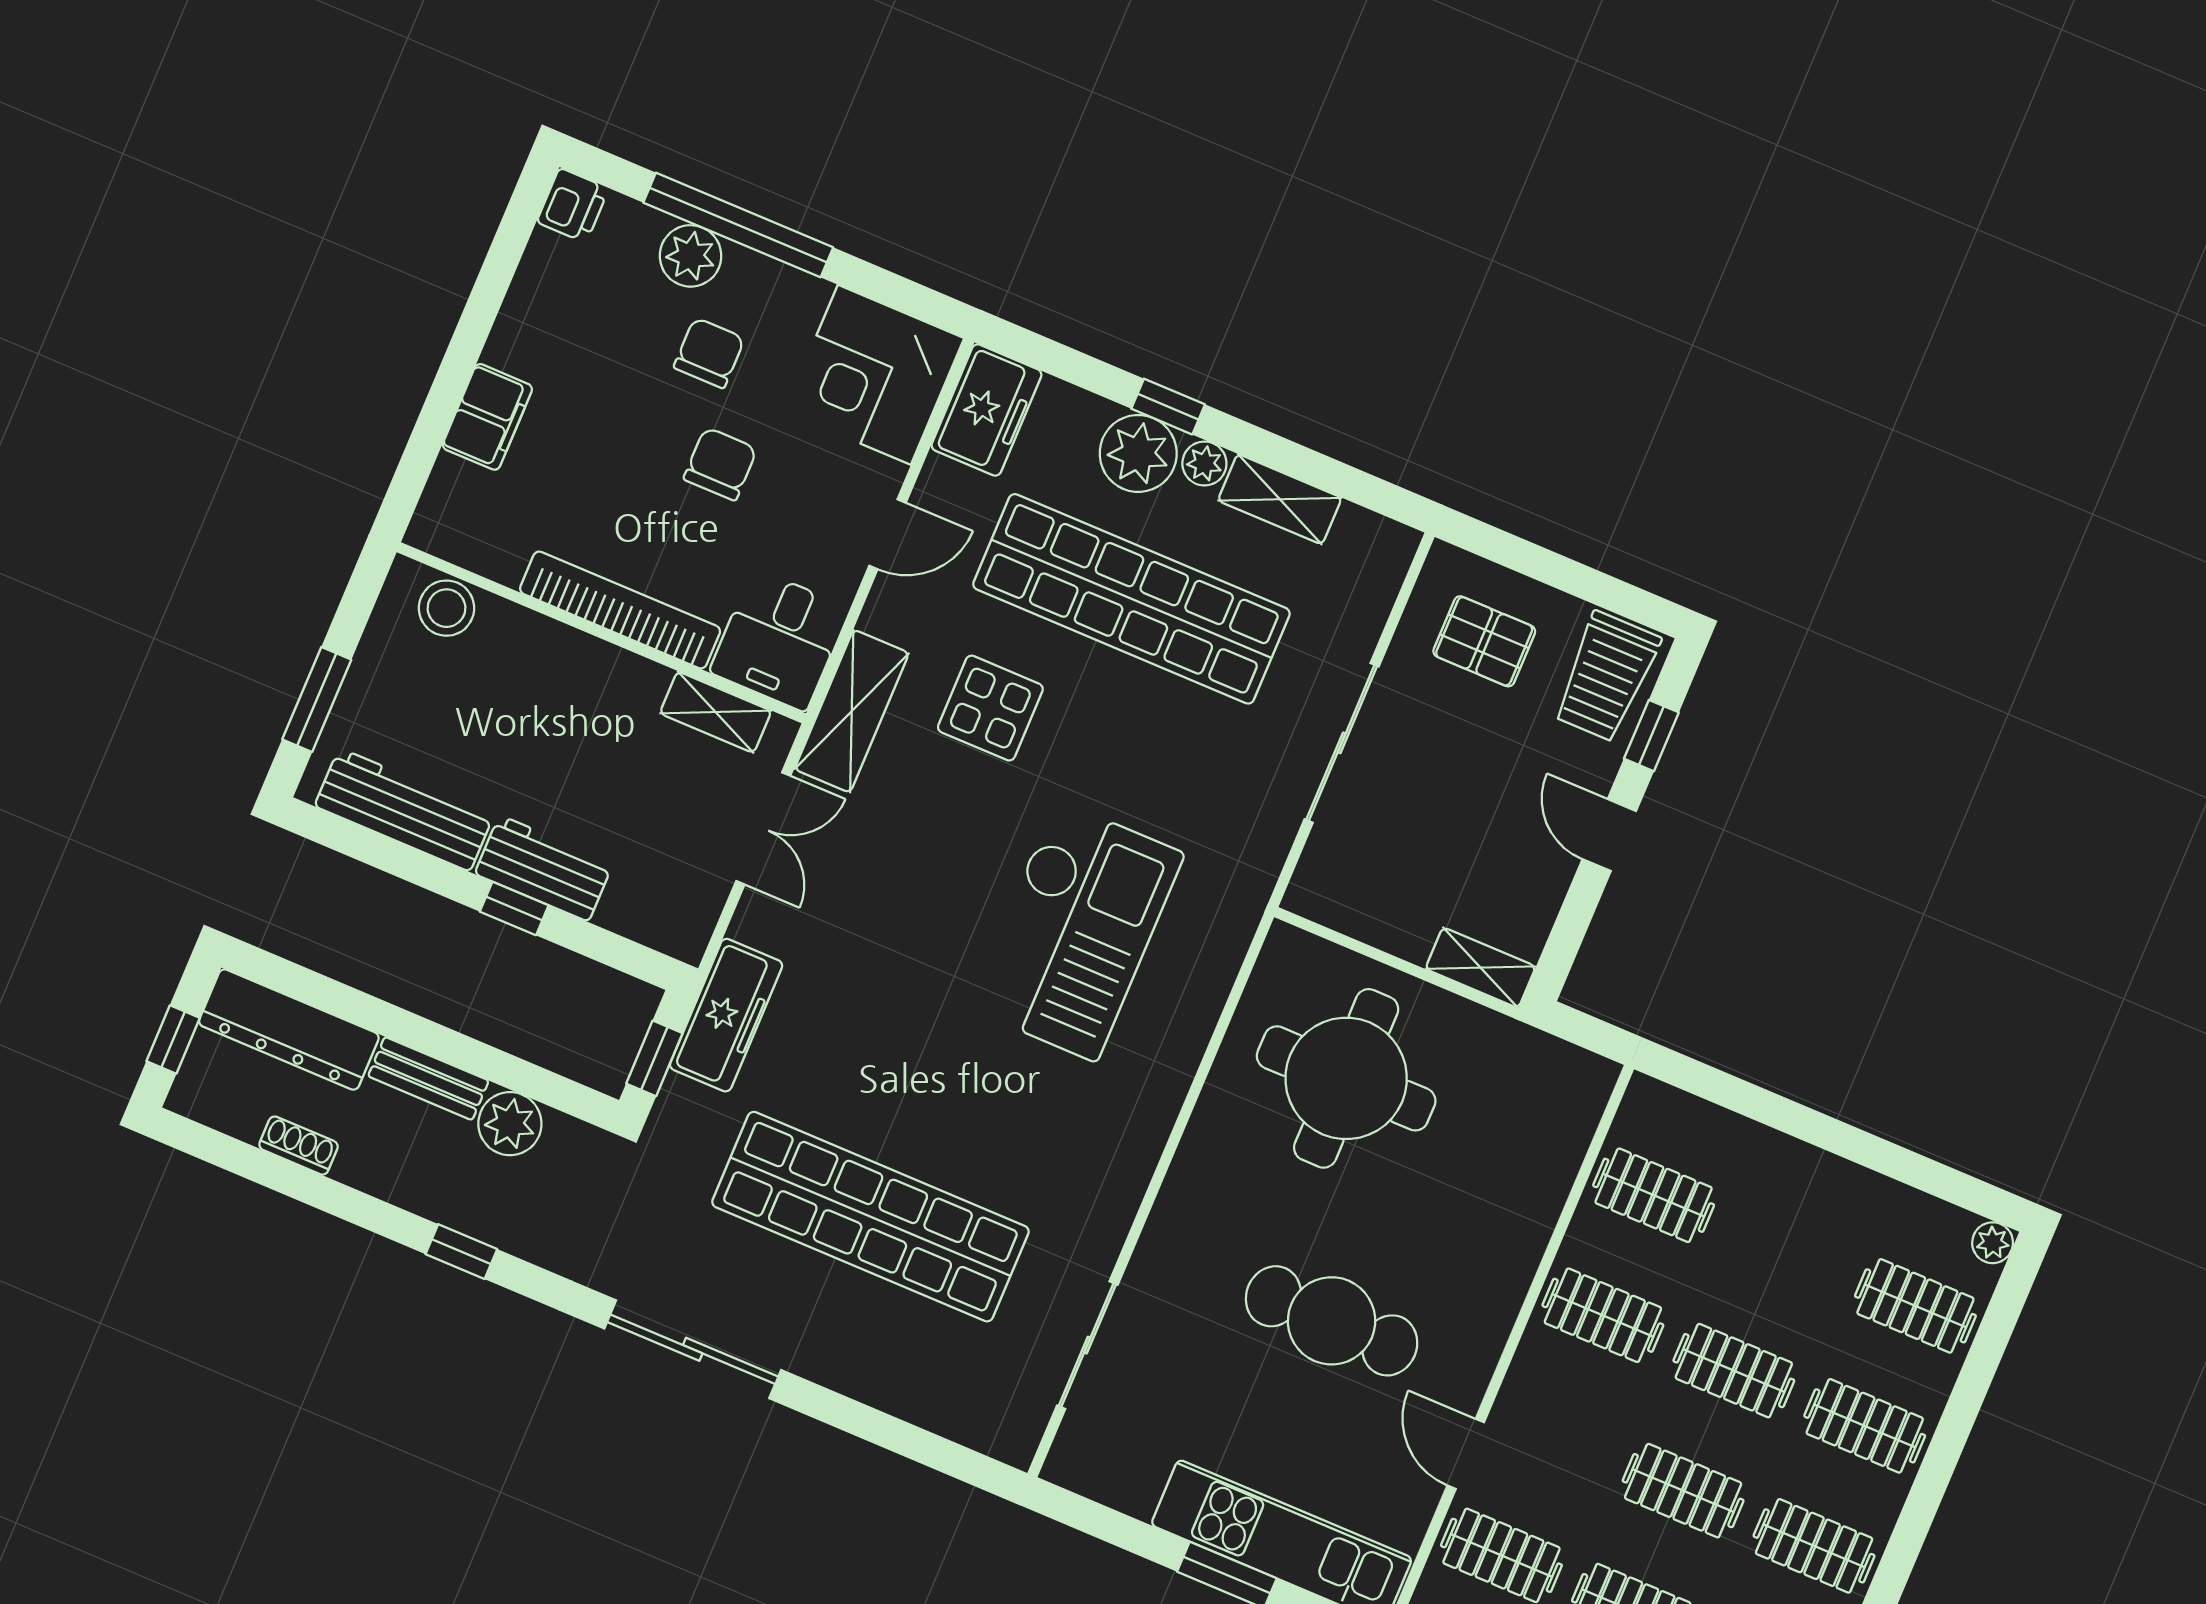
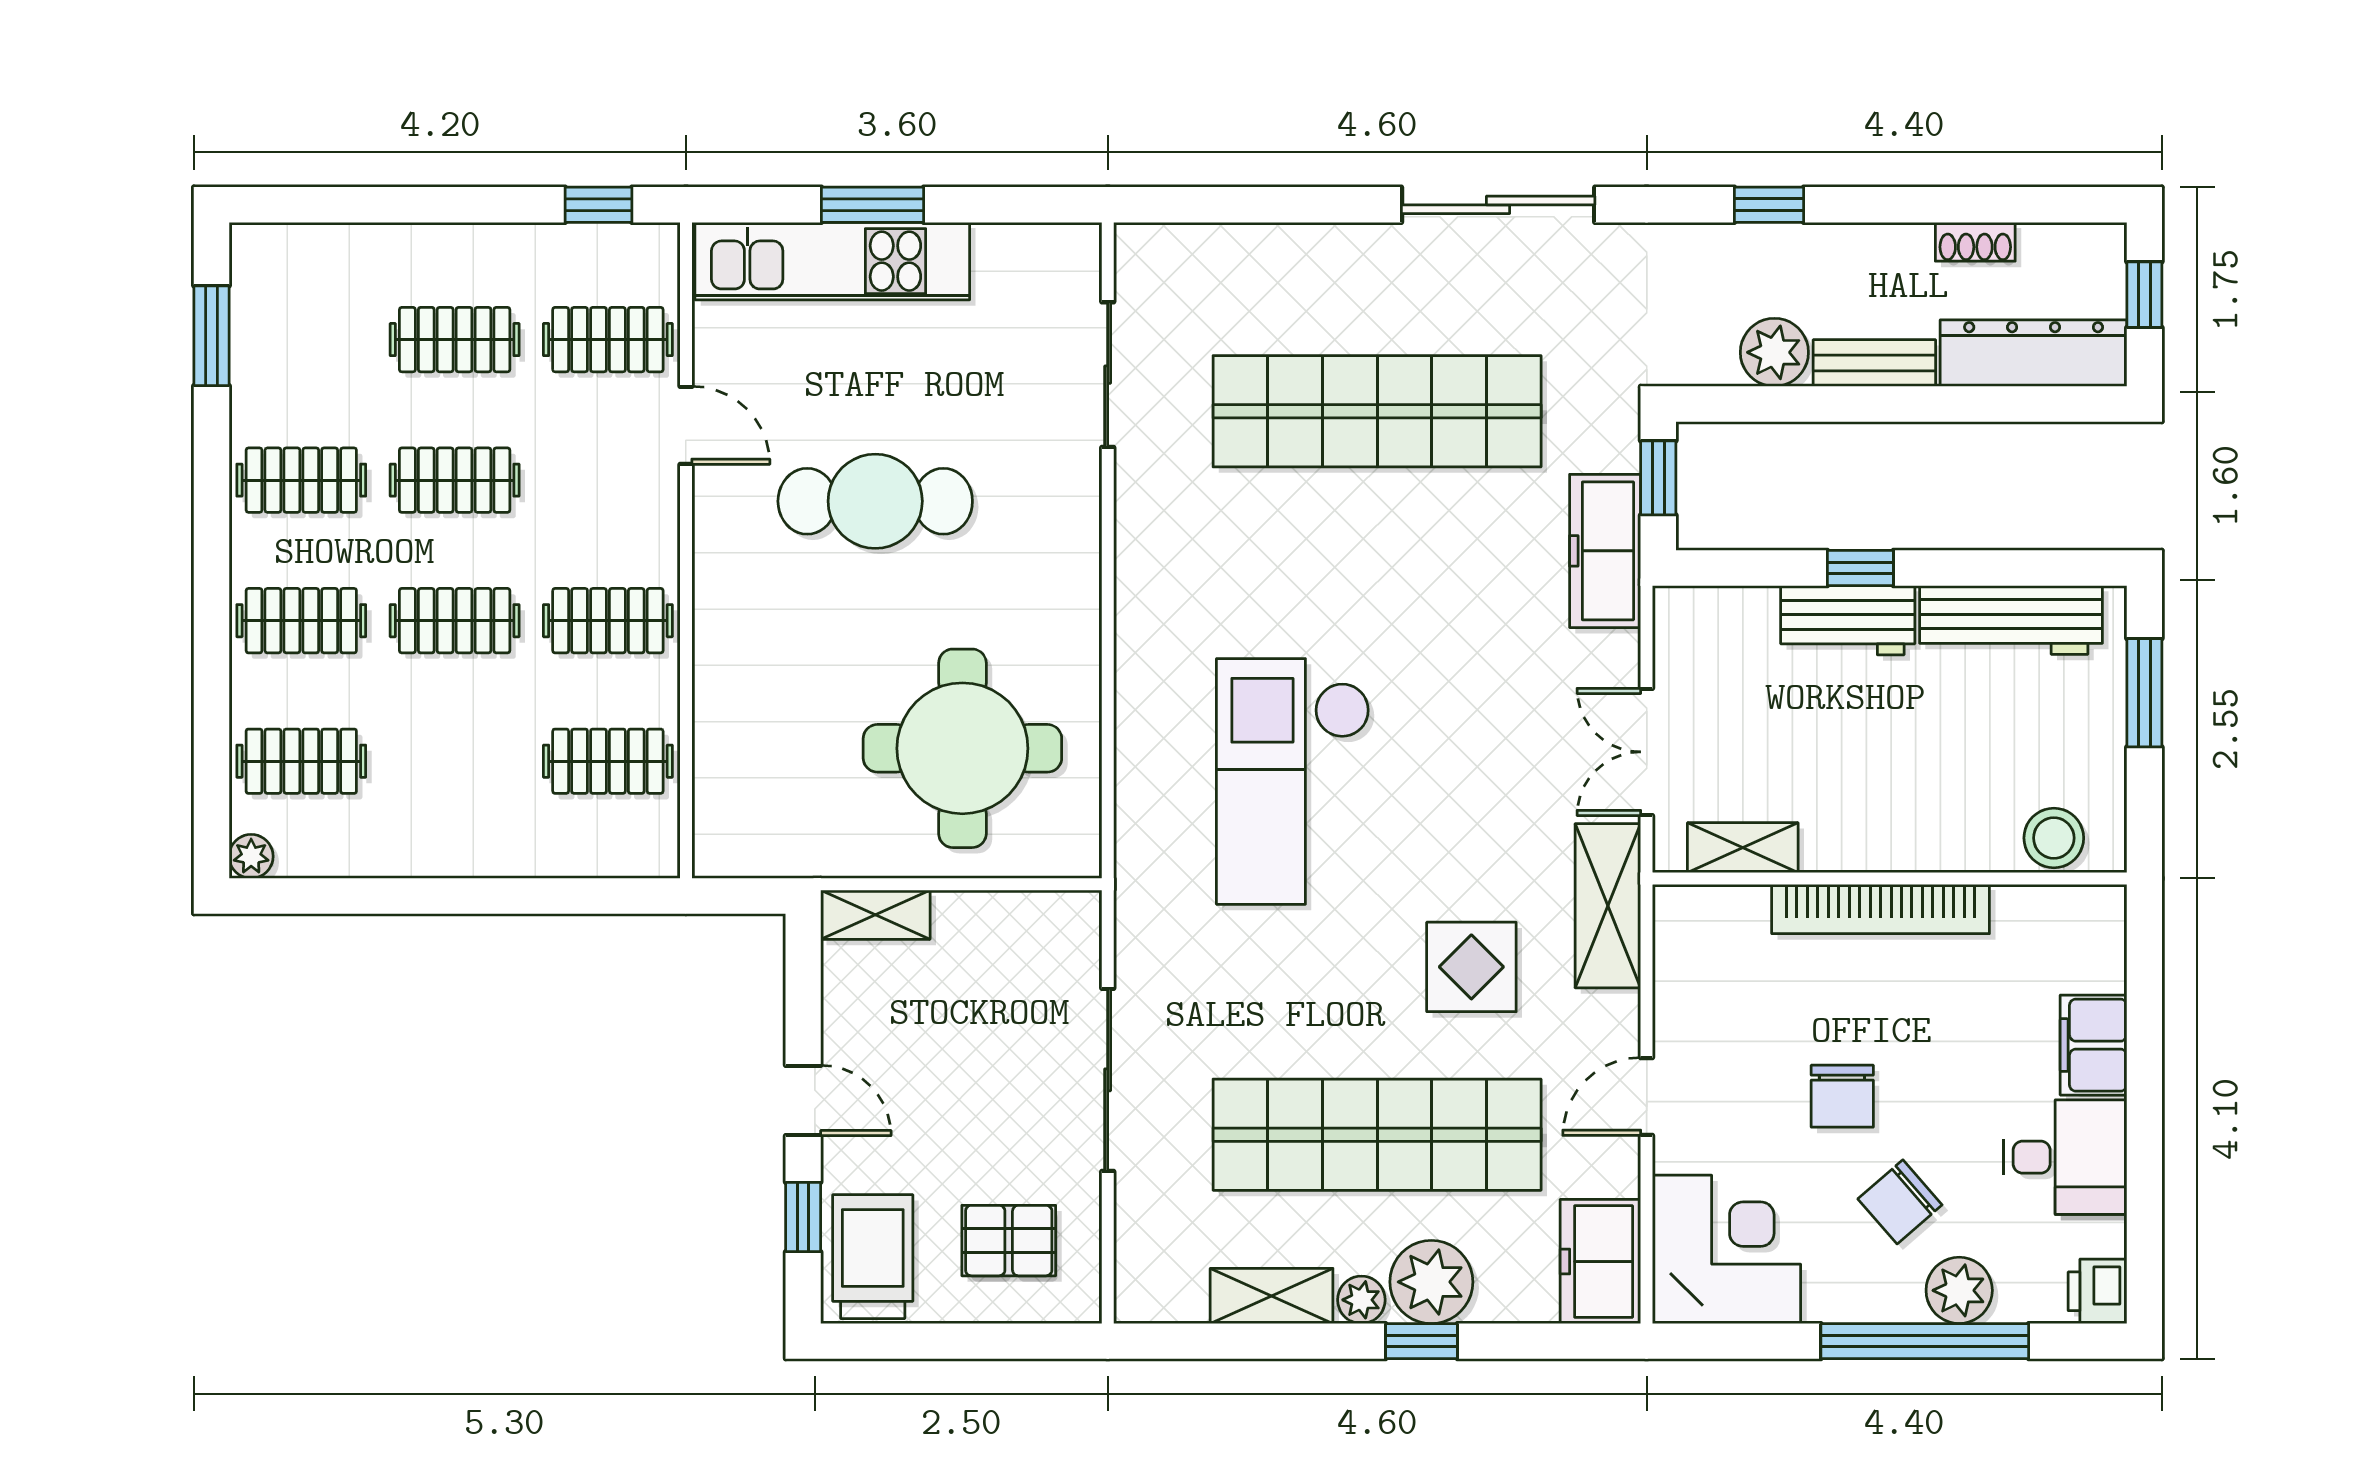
chair: (709, 353) -> (1900, 1202), turned 49
desk: (779, 640) -> (2065, 1157), moved, turned 90

